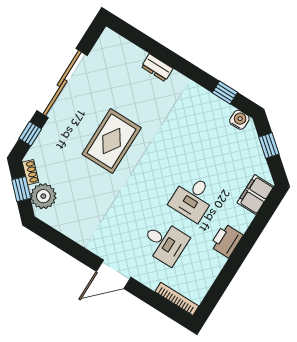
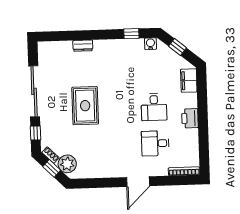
desk: (165, 242) -> (155, 143), turned 180

